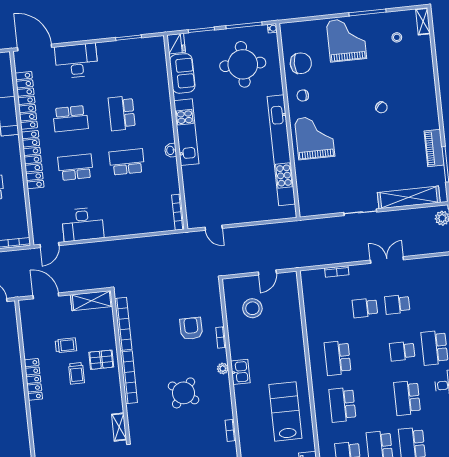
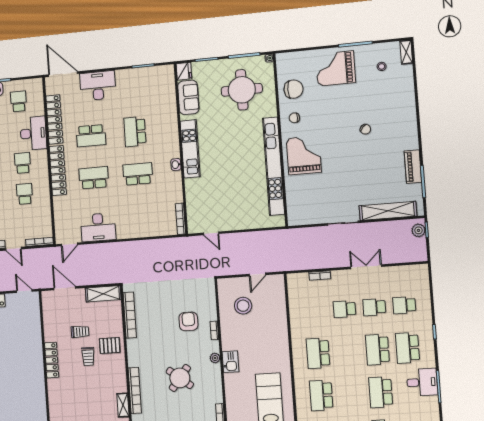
grand piano: (346, 40) -> (335, 68), turned -90
school desk: (430, 301) -> (404, 305), added
school desk: (402, 351) -> (377, 350), width x1.85
bookcase: (129, 377) -> (135, 390), moved

